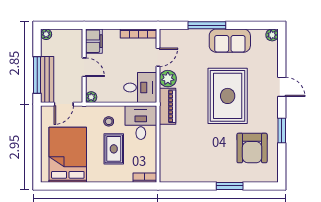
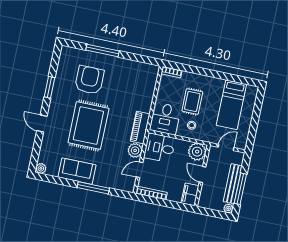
window: (37, 75) -> (240, 189), moved
bench: (47, 80) -> (233, 184), moved
plant: (91, 97) -> (197, 152), width x1.88, depth x1.88
armchair: (252, 148) -> (89, 80), moved
bed: (68, 155) -> (231, 105), width x0.67
window: (230, 186) -> (102, 50), width x1.44

